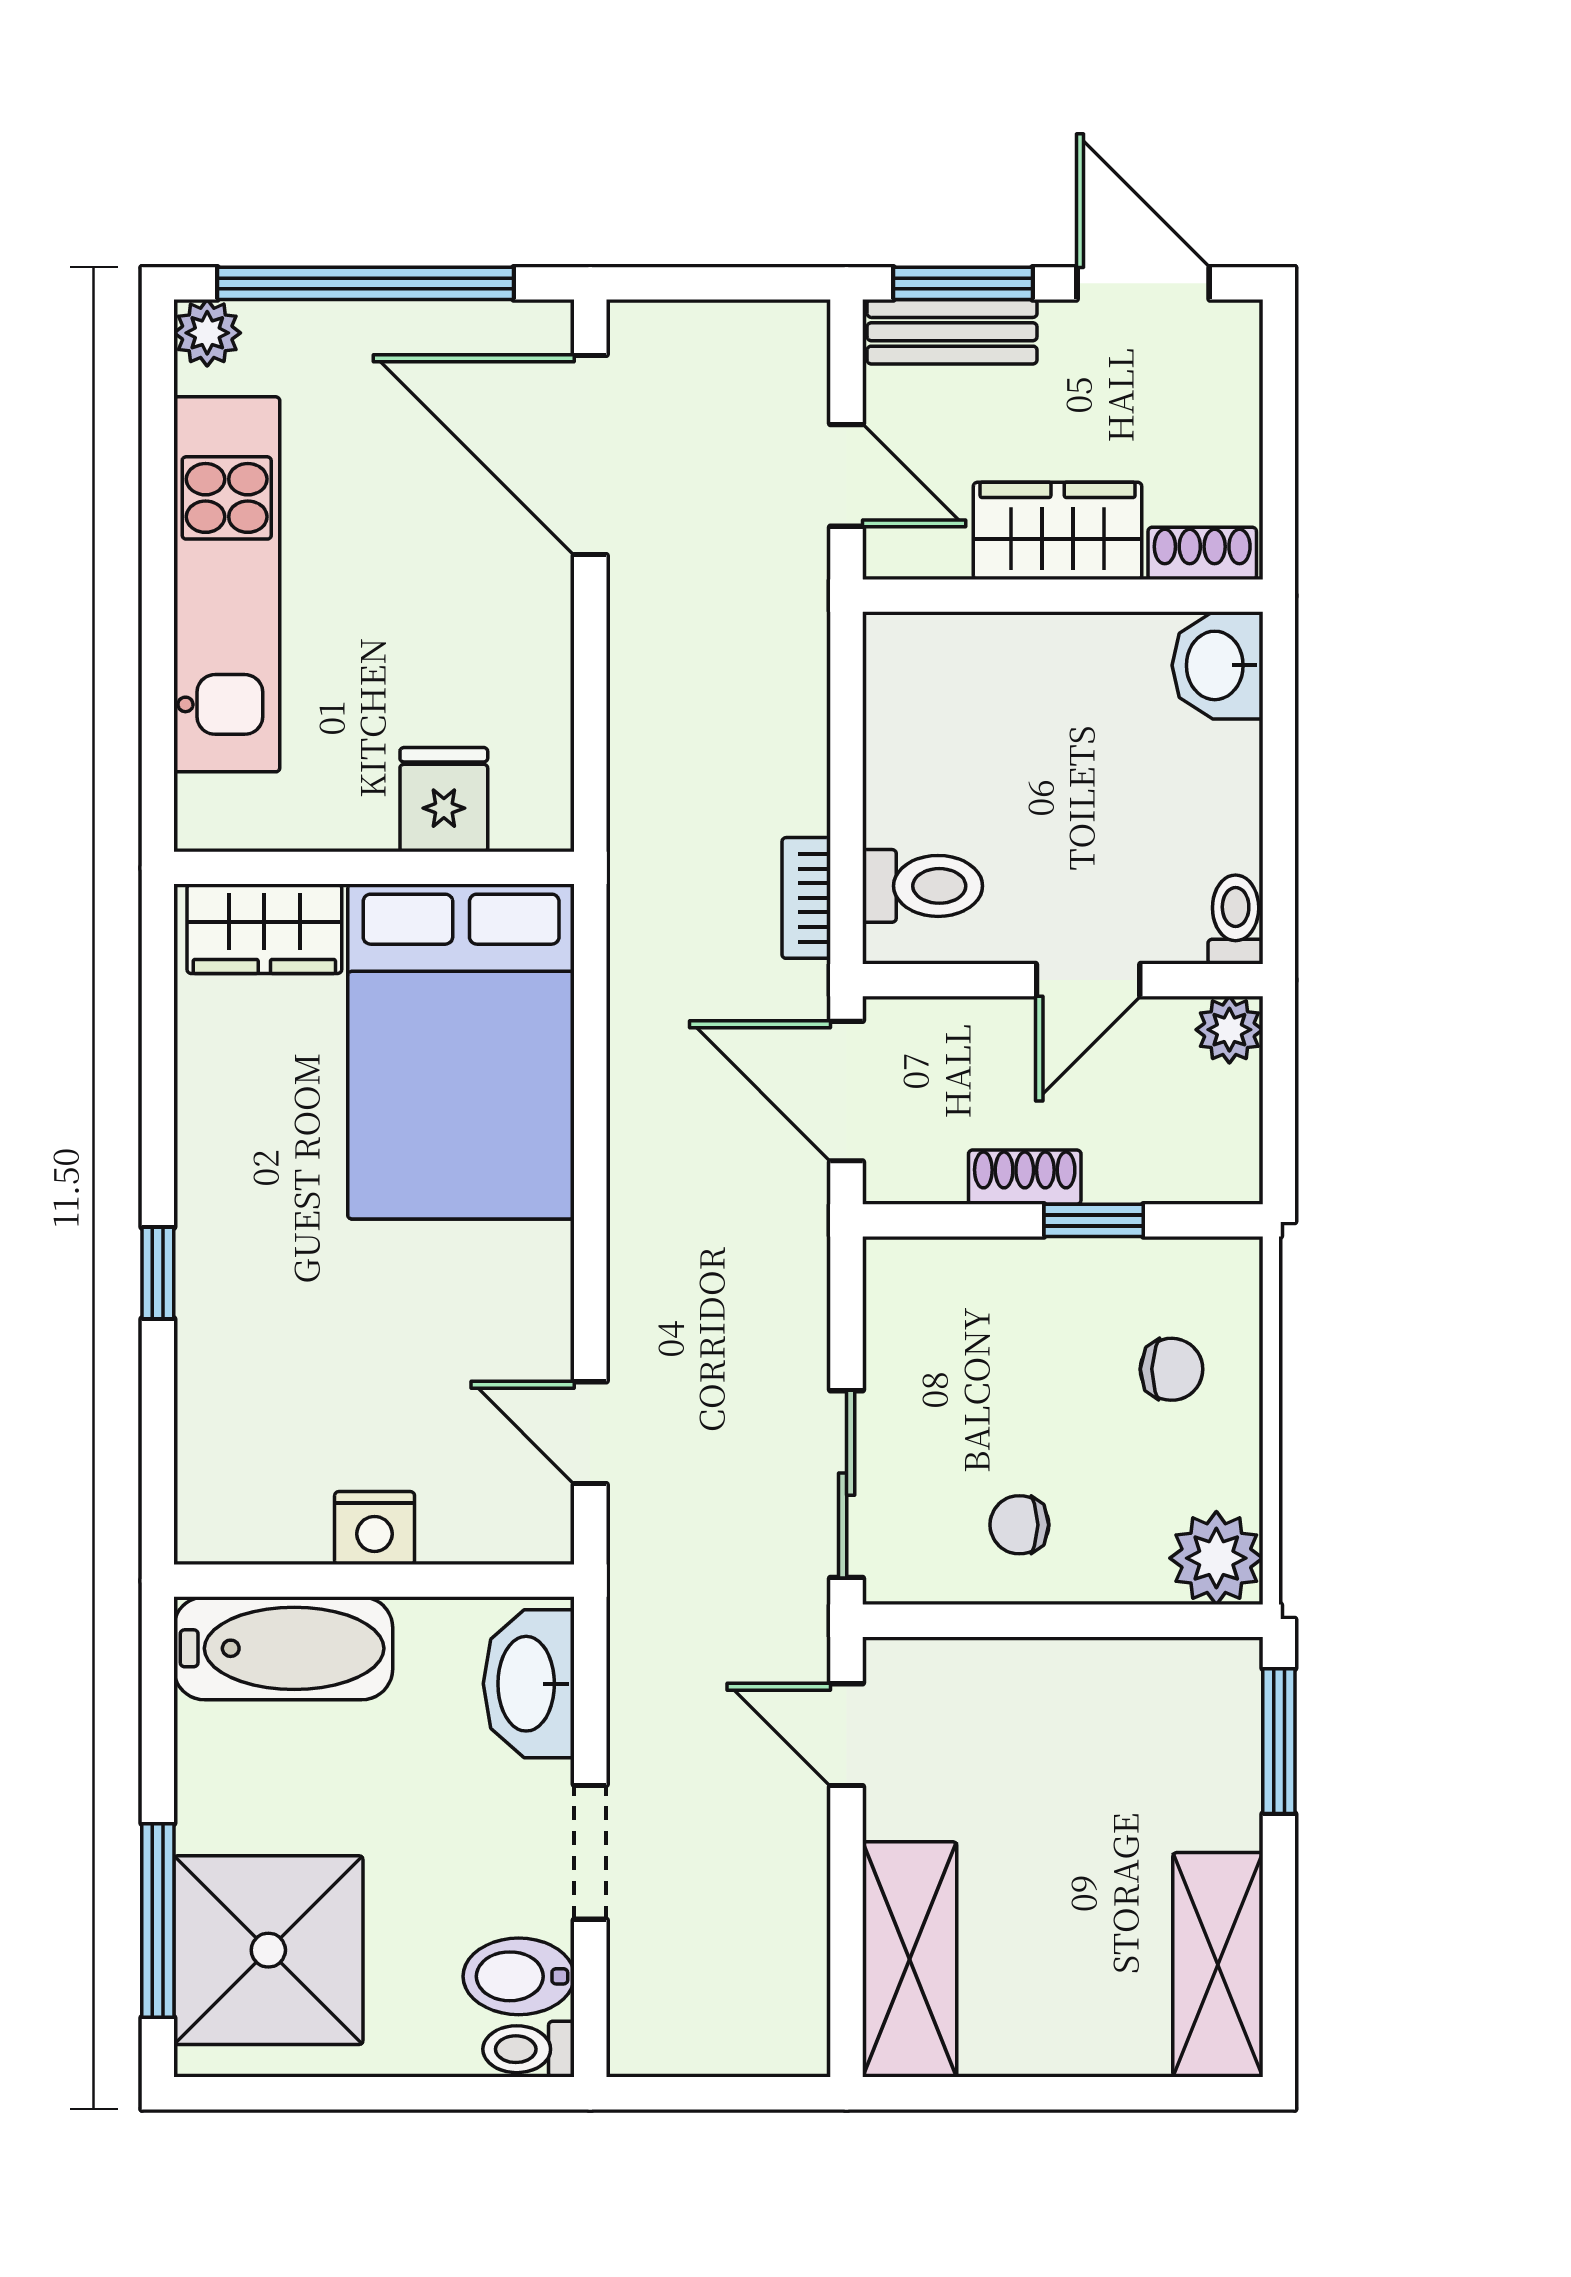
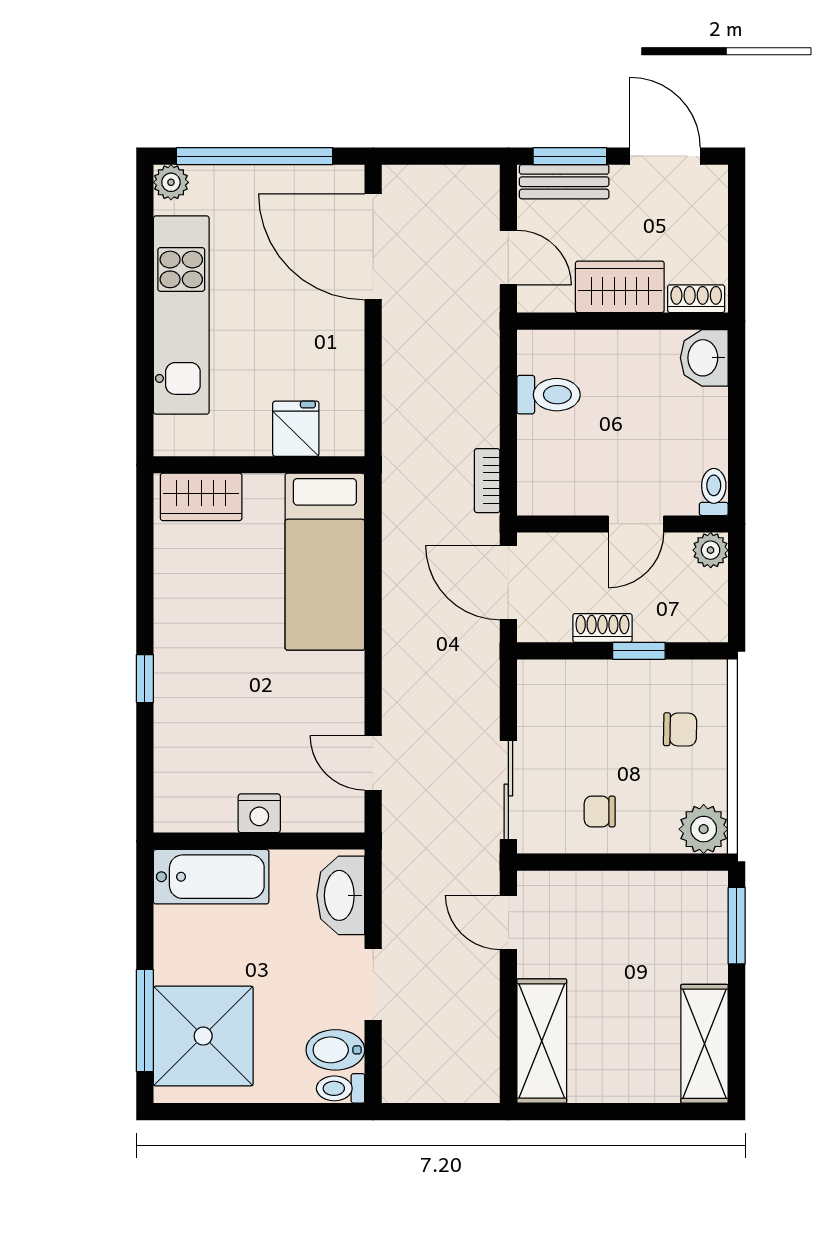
toilet: (922, 886) -> (549, 395), moved
bed: (461, 1052) -> (325, 562), width x0.67

